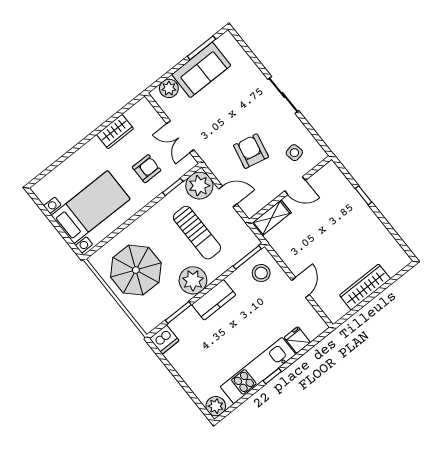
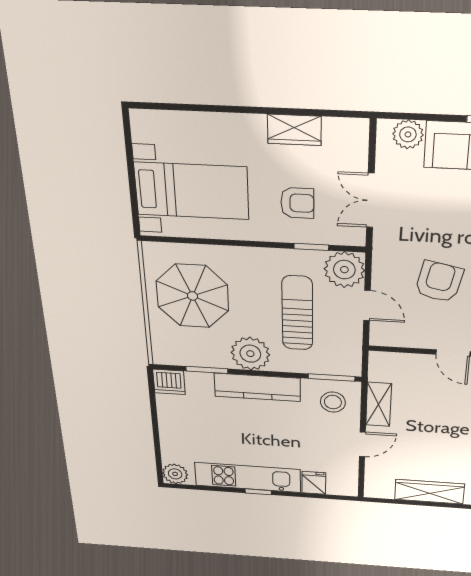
shelving: (272, 218) -> (379, 404), moved, turned 90
sun lounger: (197, 233) -> (297, 313), turned 180
kitchen counter: (214, 300) -> (257, 387), width x1.50

